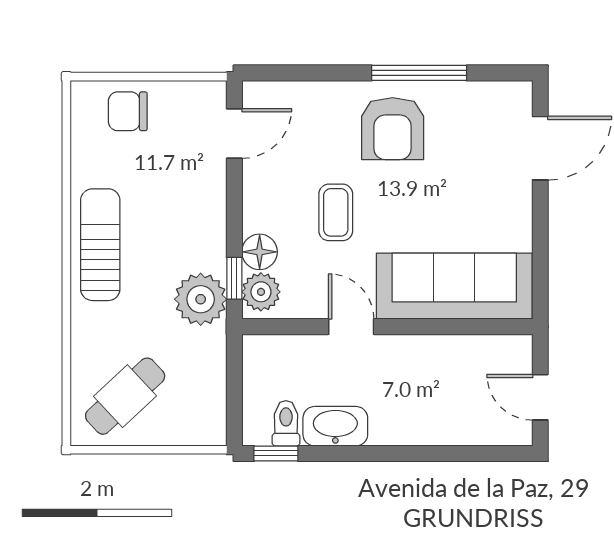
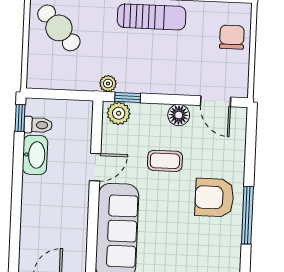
floor lamp: (260, 252) -> (179, 115), moved
plant: (201, 299) -> (108, 84), width x0.53, depth x0.53

